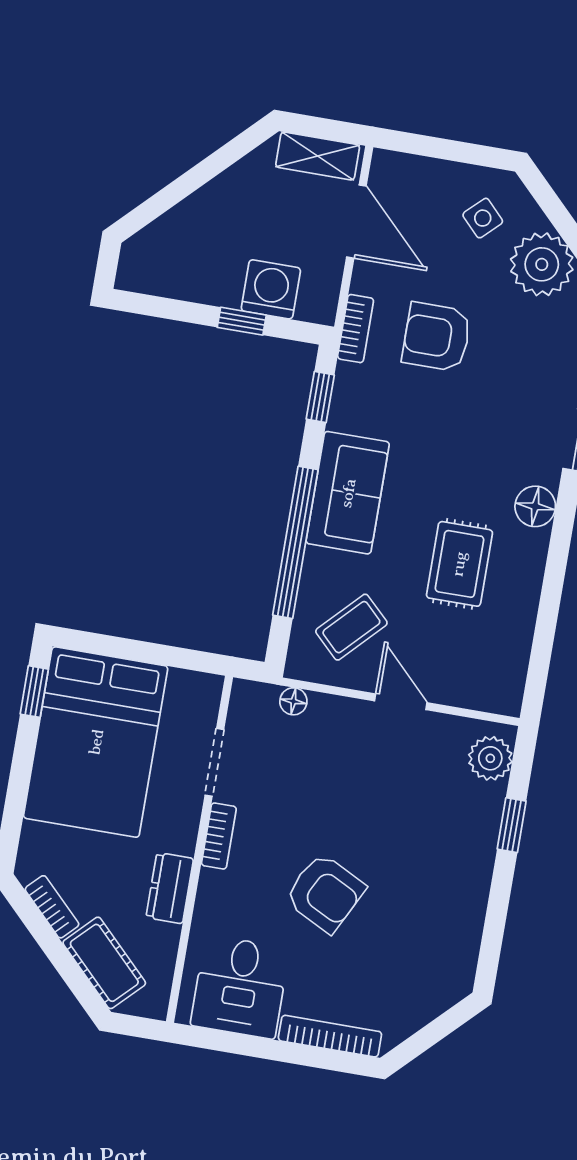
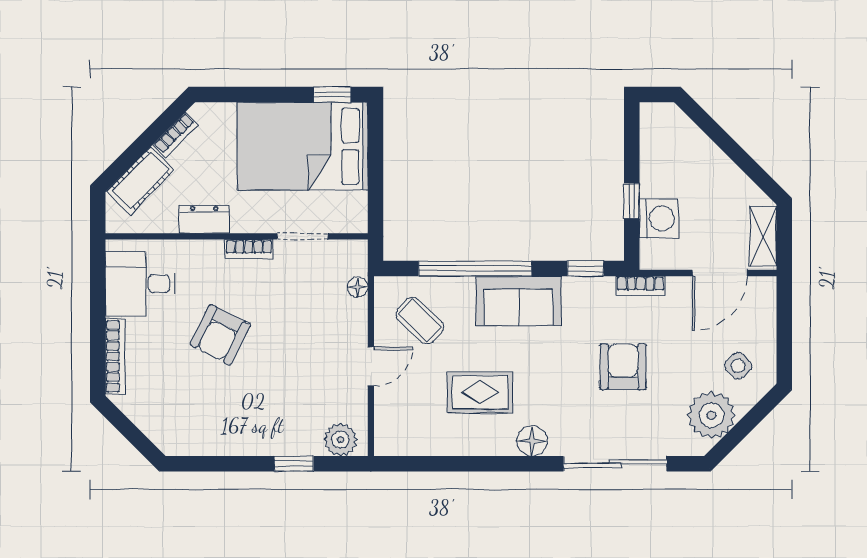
armchair: (437, 337) -> (623, 367), moved

